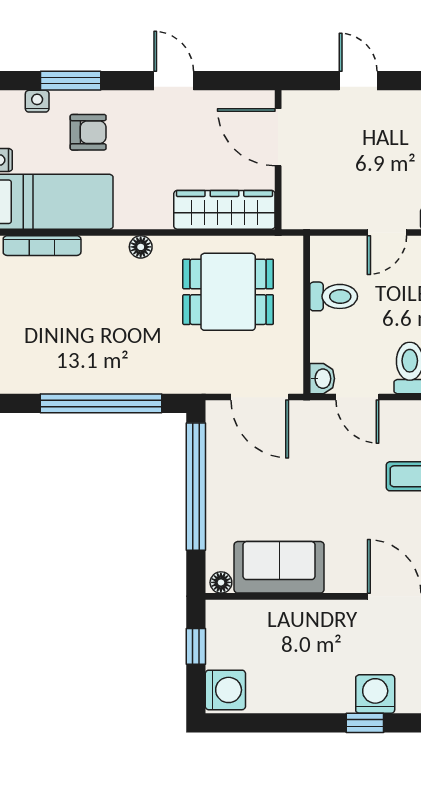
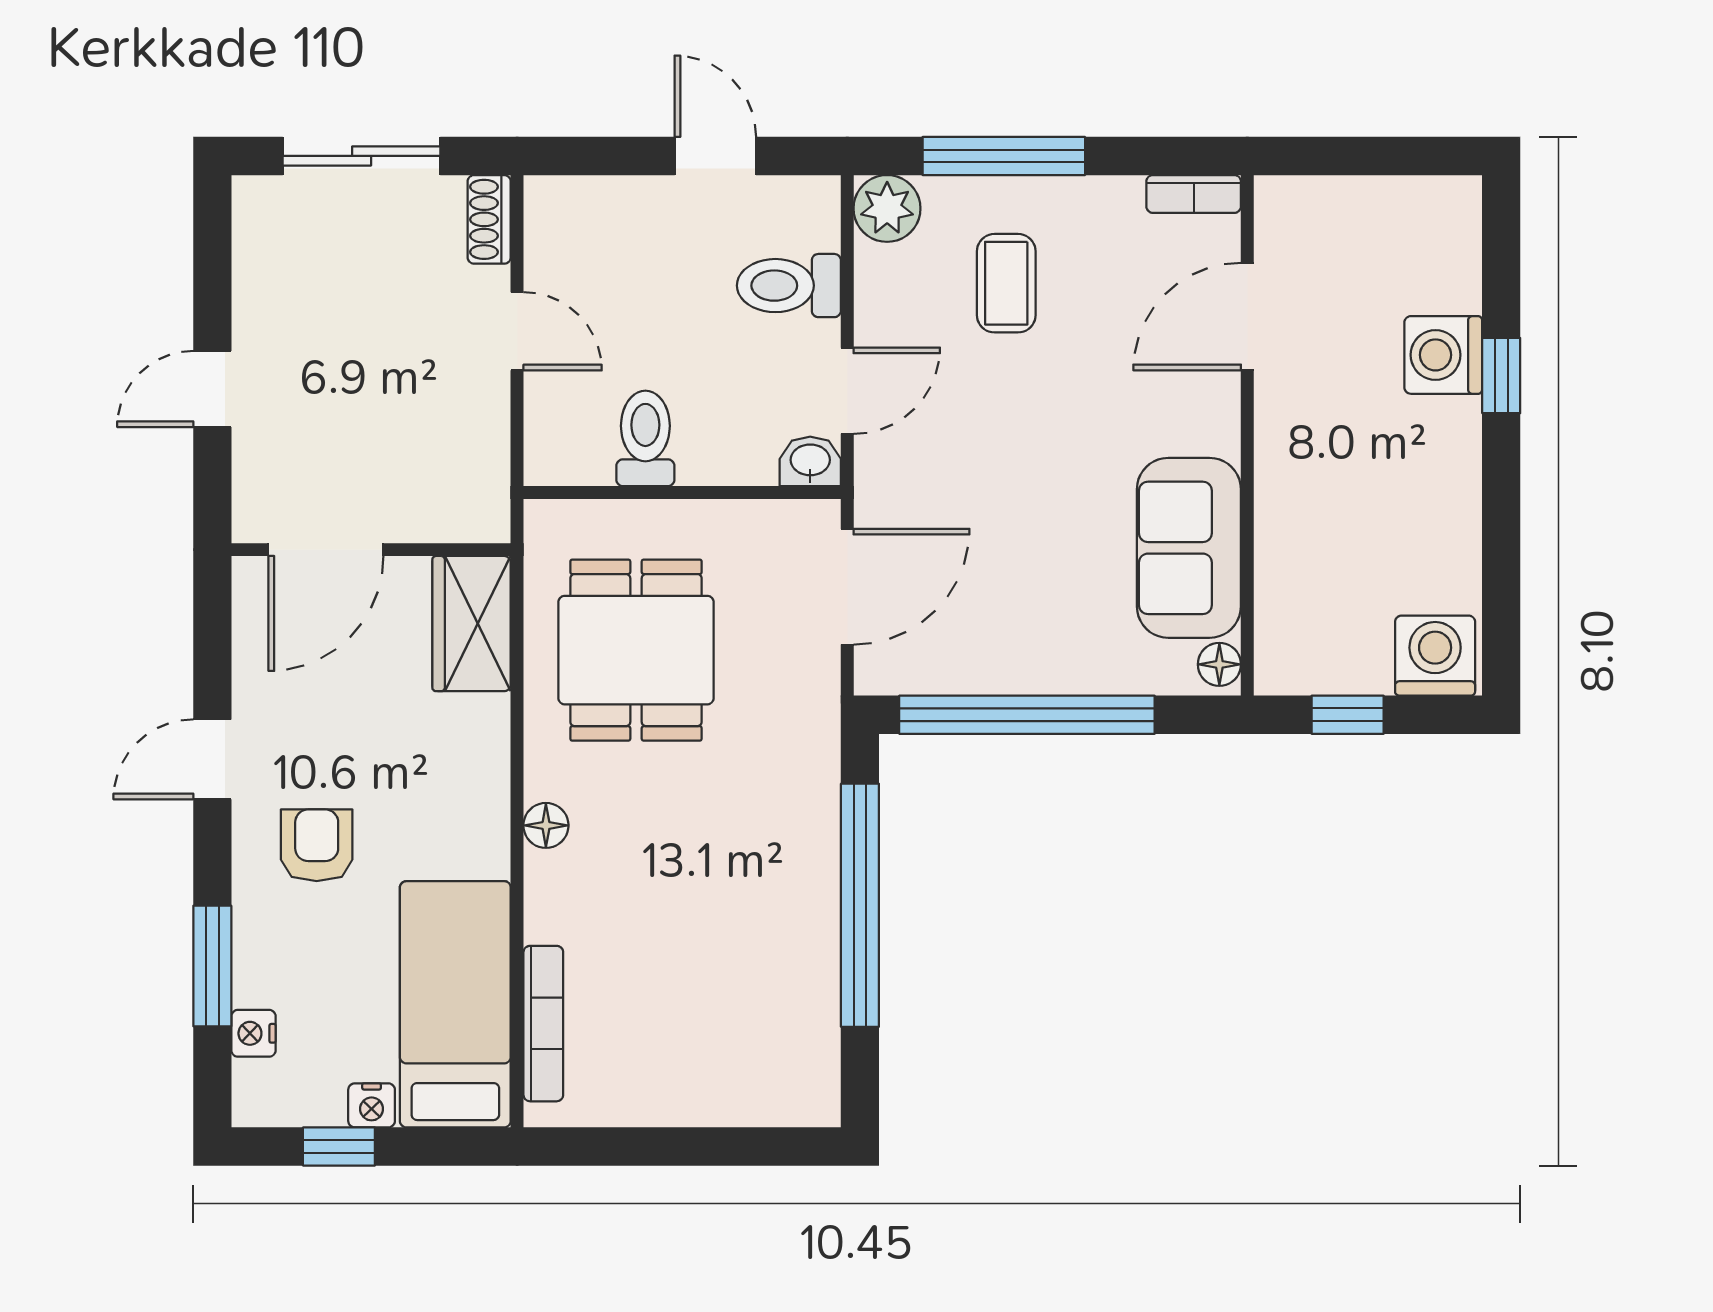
armchair: (88, 132) -> (317, 845), moved
wardrobe: (224, 210) -> (472, 624), width x0.67

